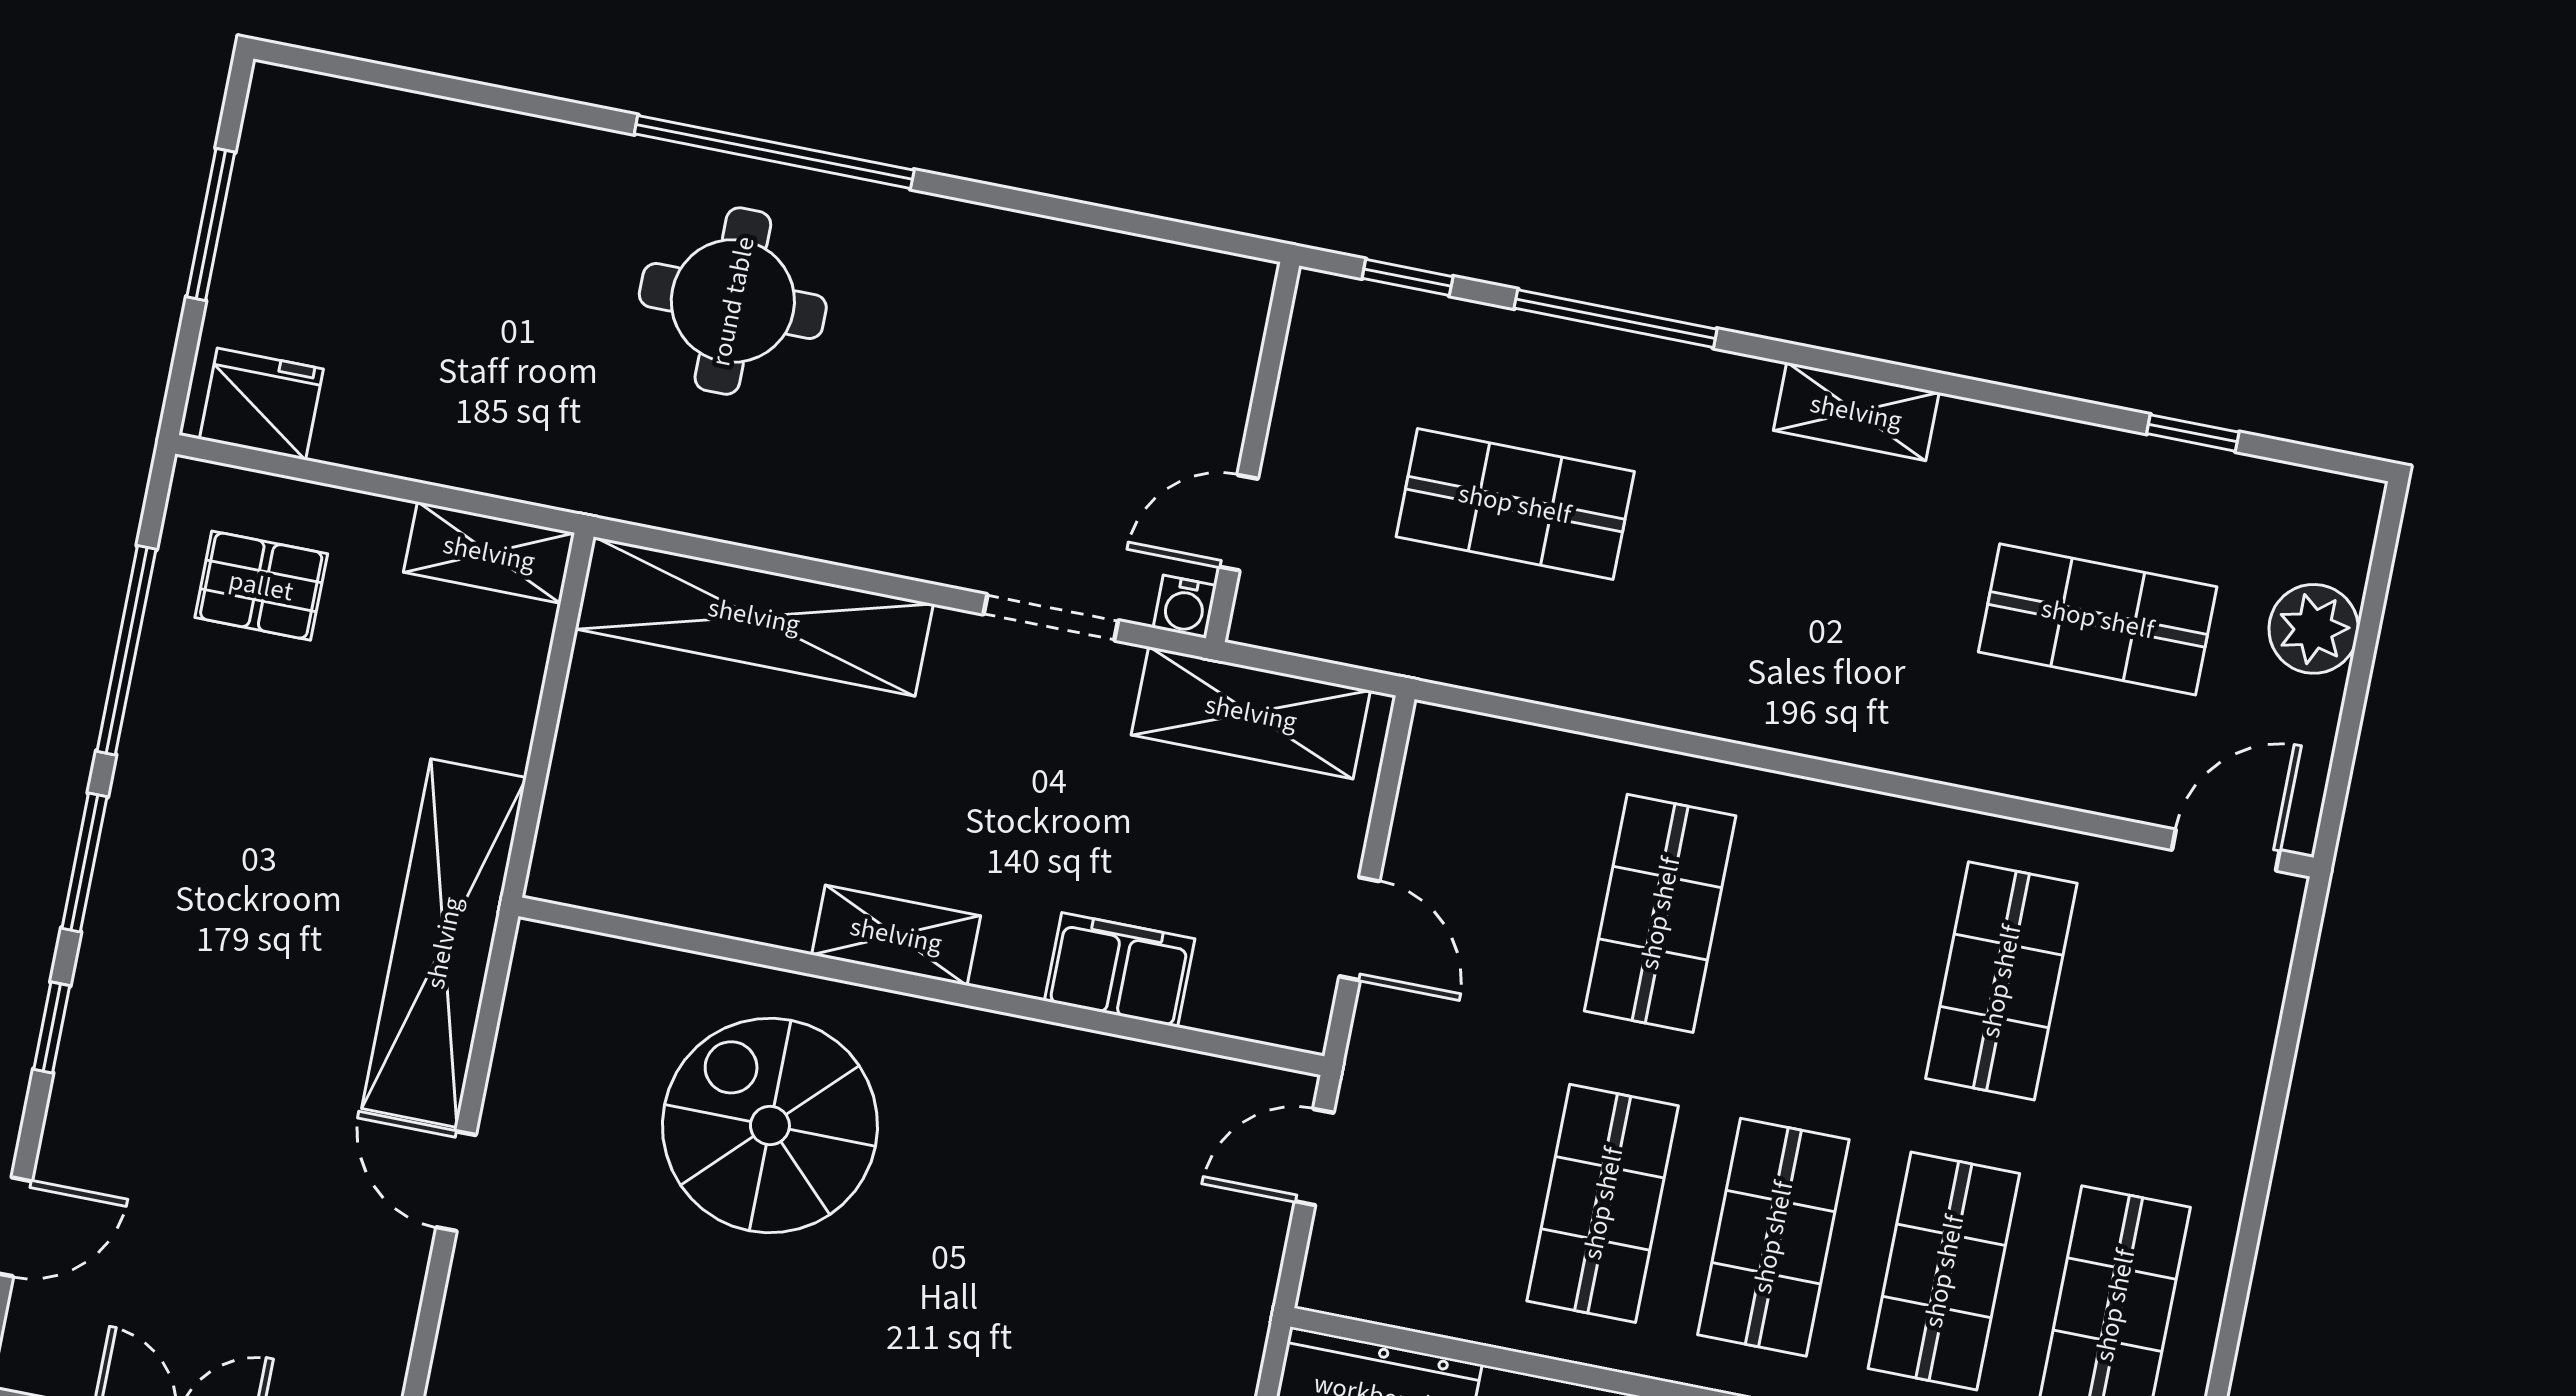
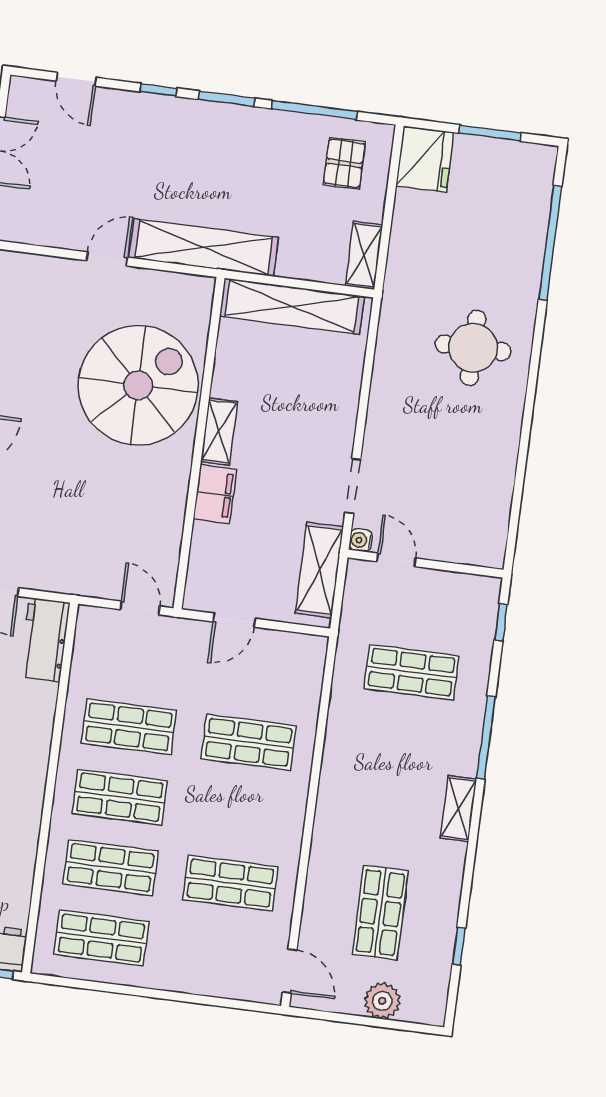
window: (774, 152) -> (550, 243), moved
window: (1616, 319) -> (486, 737), moved
fridge: (261, 404) -> (425, 159), width x1.36, depth x1.34
shop shelf: (1515, 504) -> (411, 672), turned 90
shelving: (754, 616) -> (292, 306), moved, turned 90
filing cabinet: (1120, 970) -> (215, 494), moved
spiral stairs: (770, 1125) -> (138, 385), width x1.37, depth x1.37

